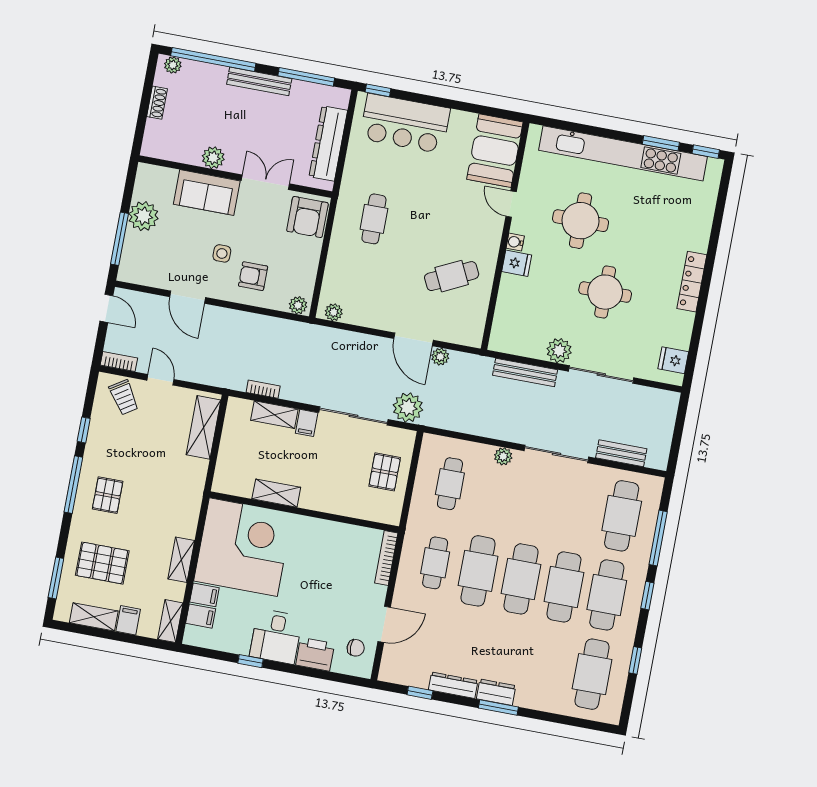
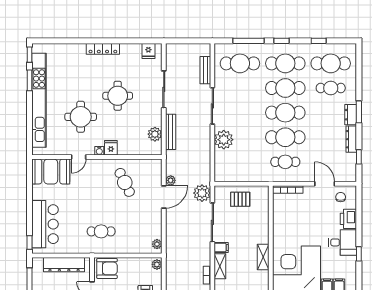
plant: (559, 351) -> (155, 134), moved
plant: (503, 456) -> (224, 140), width x1.88, depth x1.88
cafe table: (450, 484) -> (331, 88), moved

